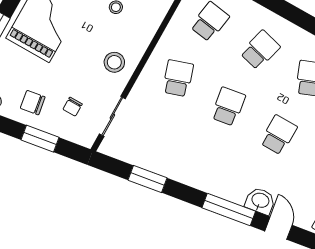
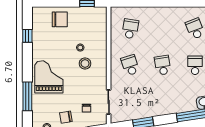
school desk: (260, 50) -> (163, 29), removed
stool: (114, 62) -> (85, 64), moved

